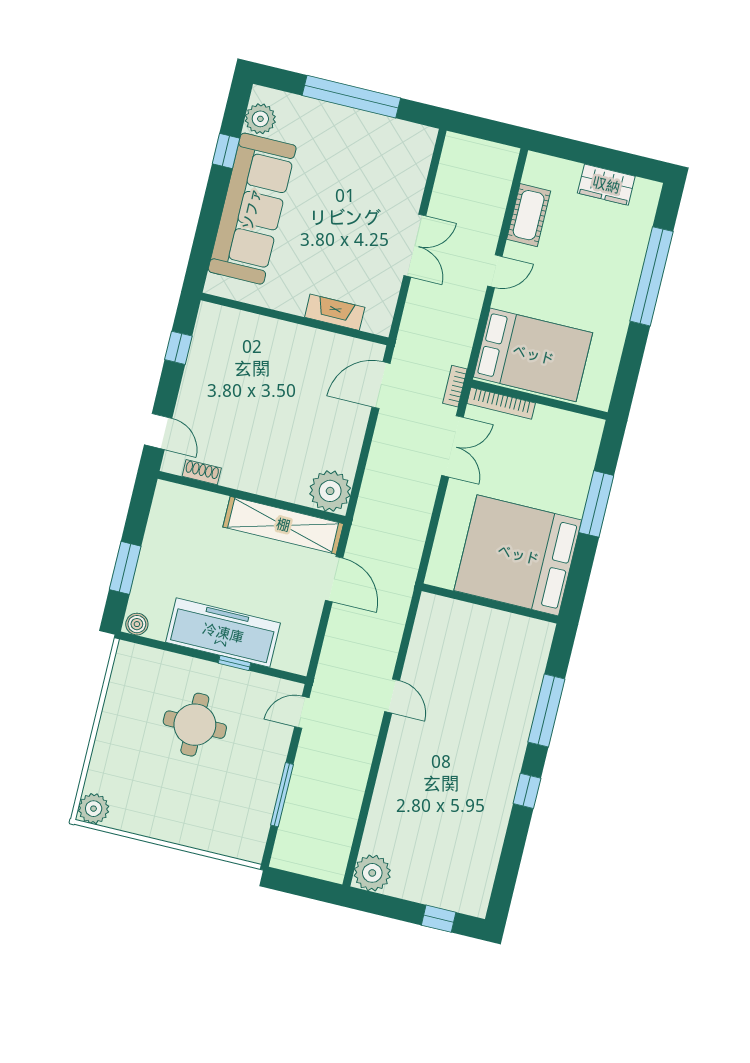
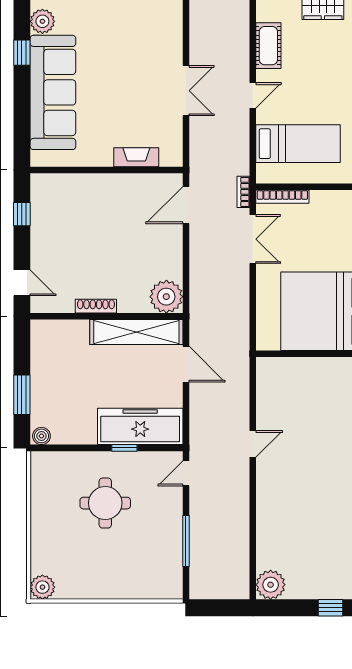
bed: (533, 355) -> (298, 144), width x0.67
shoe rack: (202, 472) -> (96, 306), moved, width x1.43
freezer: (223, 633) -> (140, 426), moved
door: (392, 696) -> (253, 444), hinge flipped

